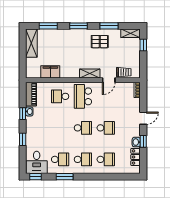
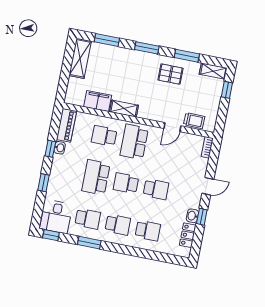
shelving: (90, 74) -> (124, 109), moved
school desk: (60, 128) -> (96, 177), added
school desk: (83, 128) -> (126, 183), turned 180

